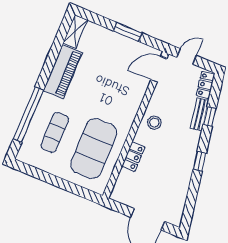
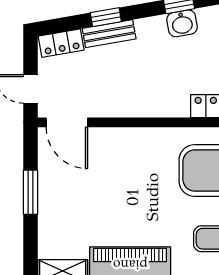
stool: (154, 123) -> (149, 96), removed
washbasin: (188, 158) -> (182, 23), added

